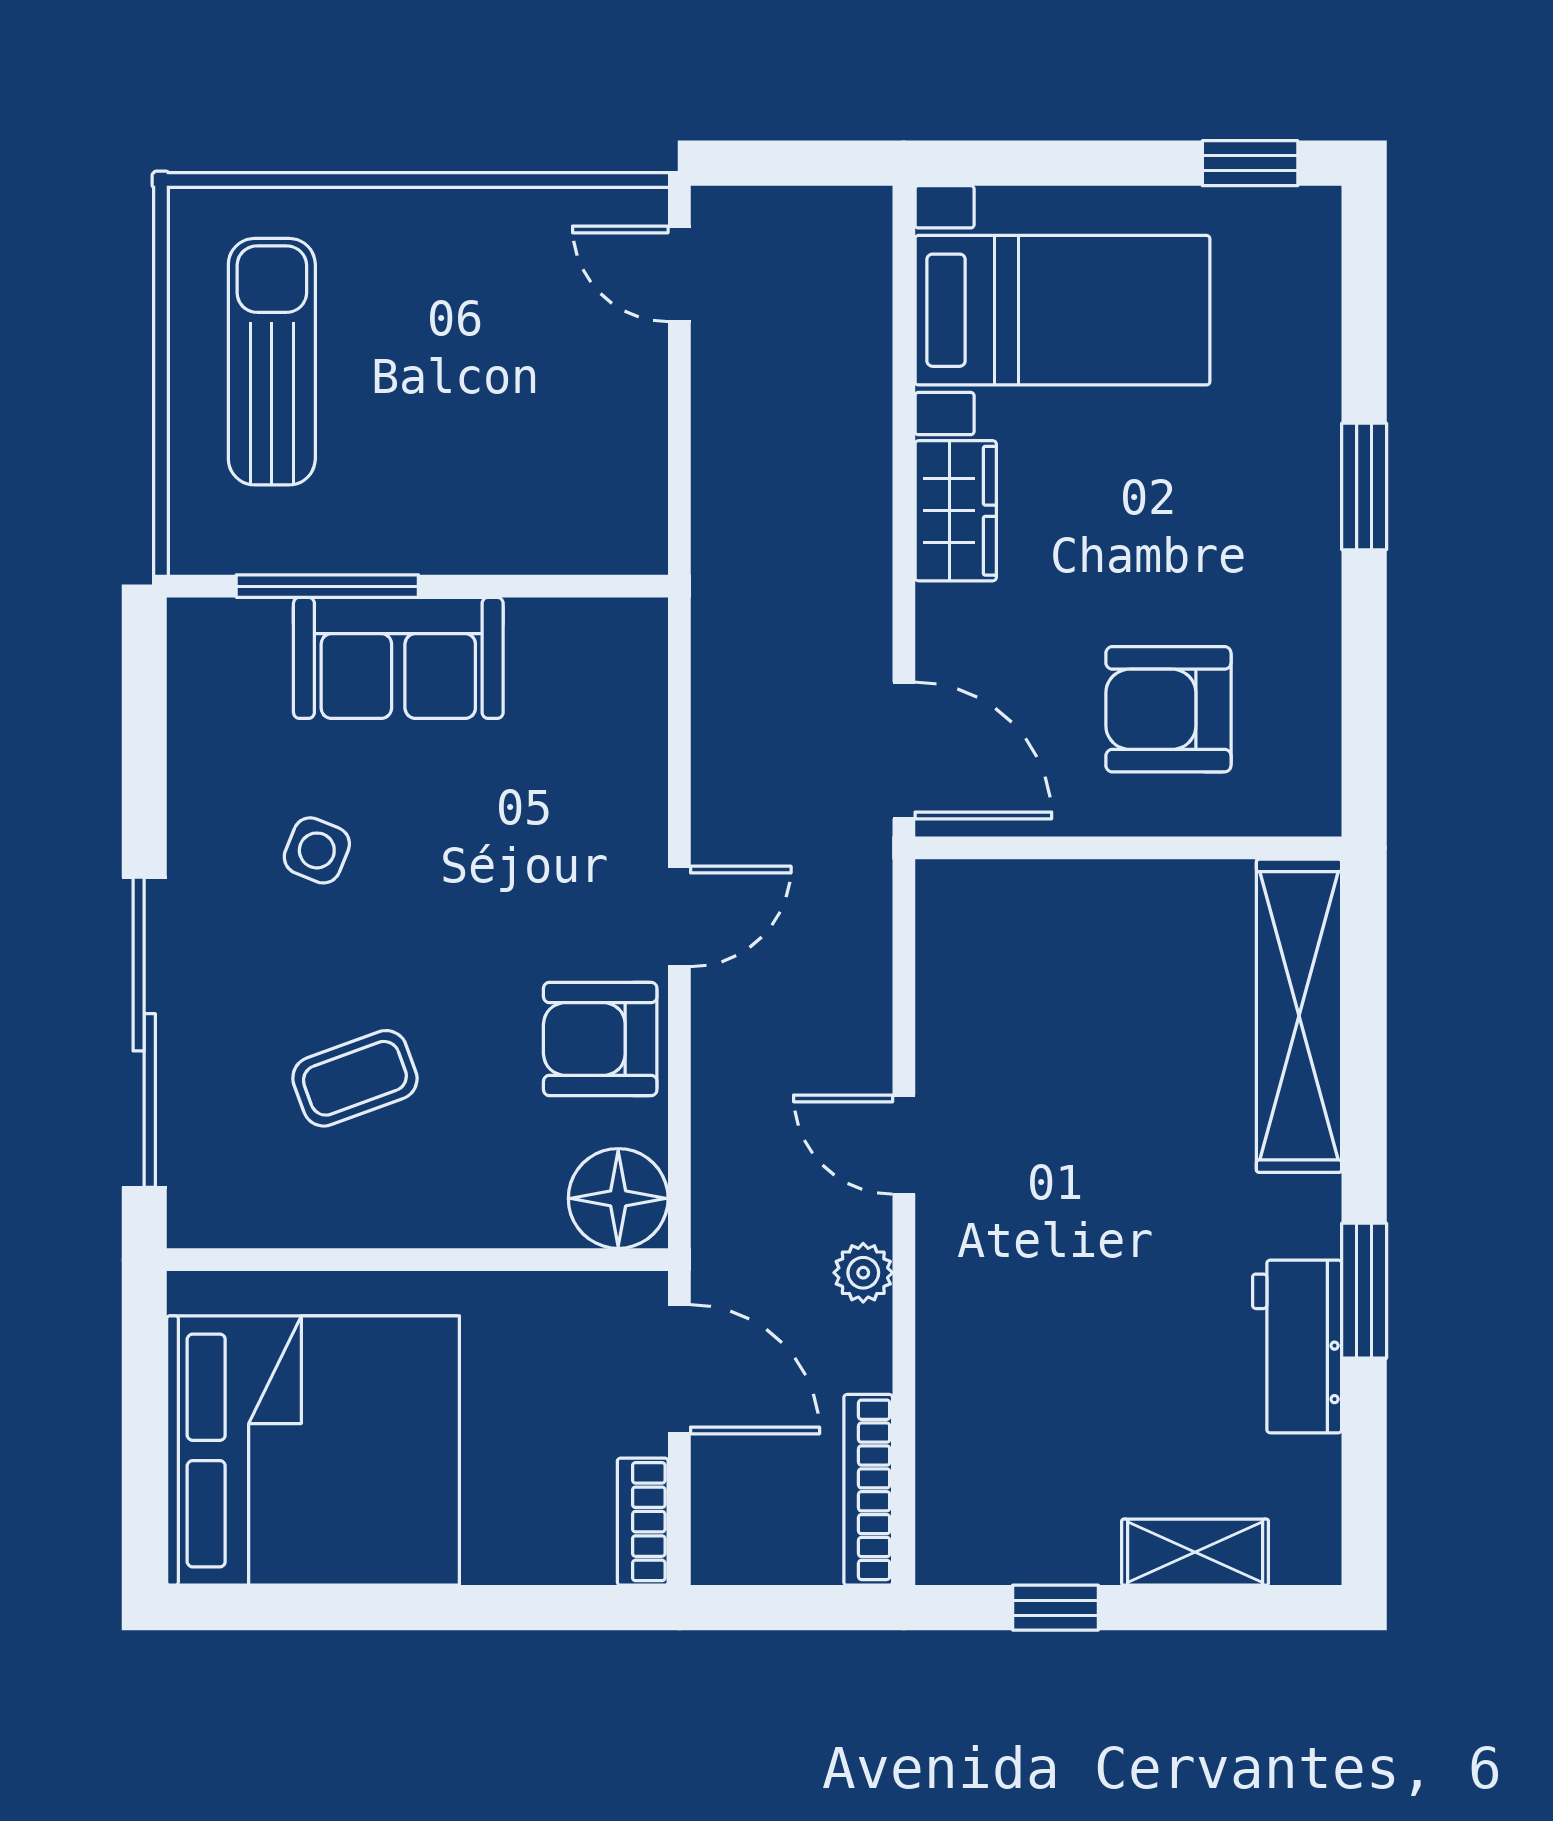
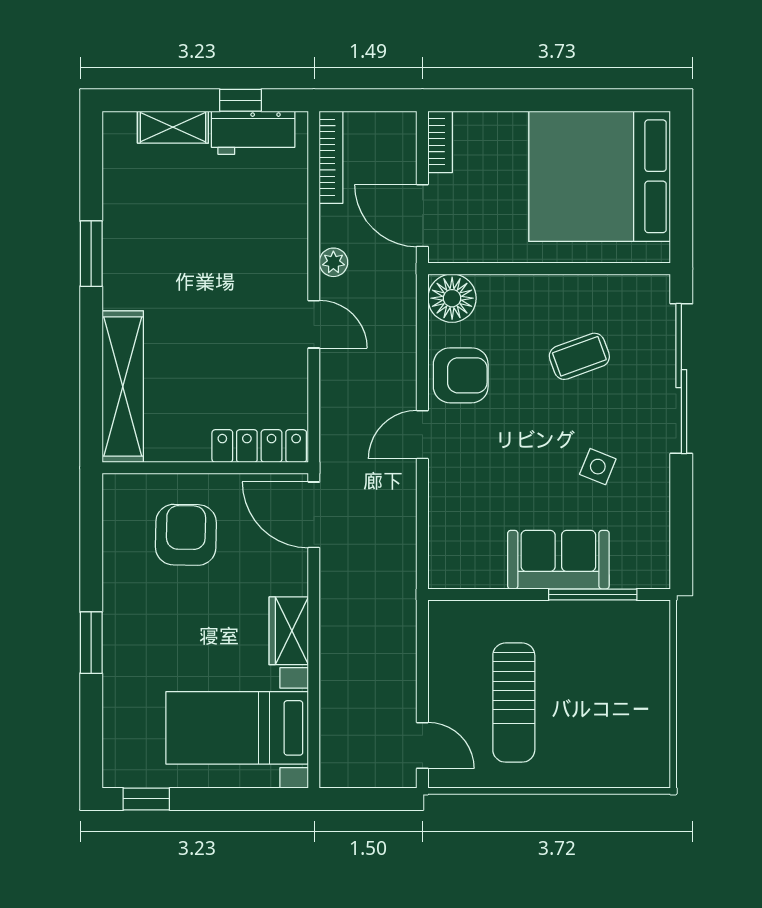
sun lounger: (272, 362) -> (514, 703), moved
armchair: (1168, 709) -> (186, 535), turned -89
locker: (1017, 893) -> (259, 446), added
workbench: (1297, 1346) -> (253, 133), moved, turned 90

